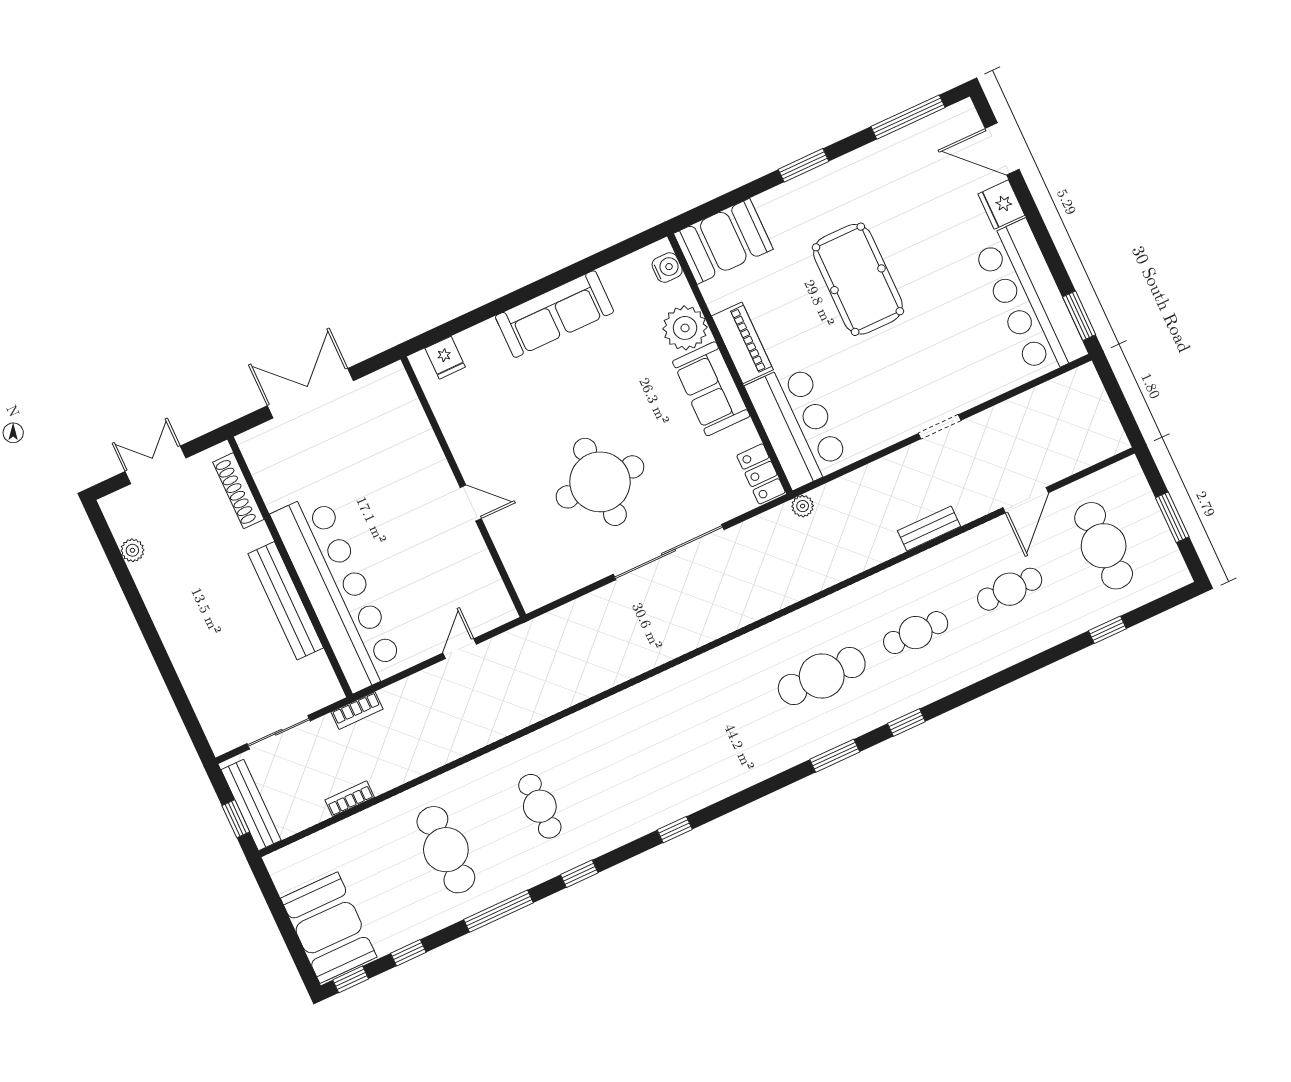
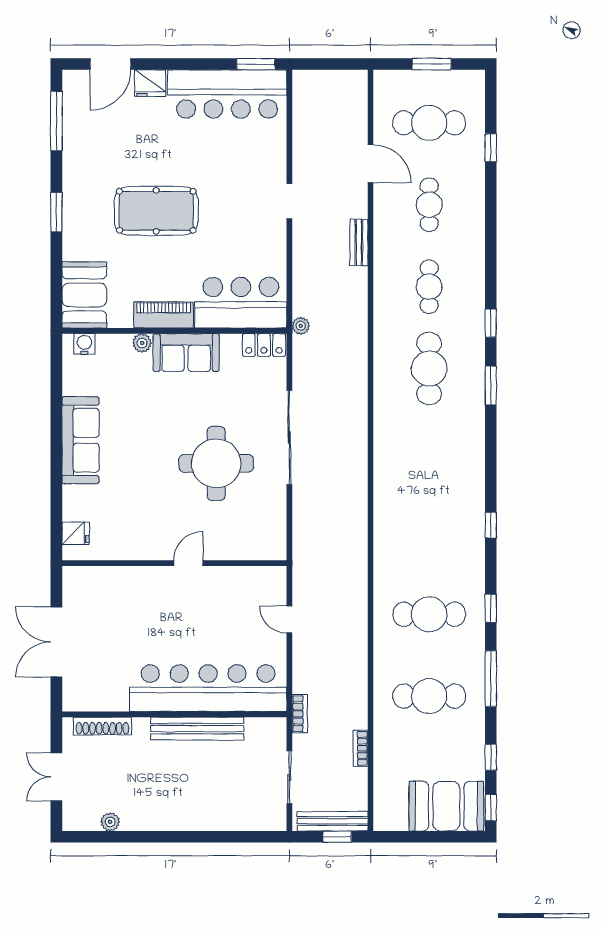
plant: (685, 328) -> (142, 343), width x0.53, depth x0.53
cafe table: (540, 806) -> (429, 614), width x1.37, depth x1.35

